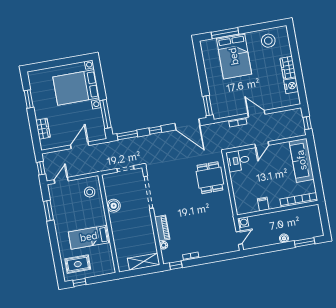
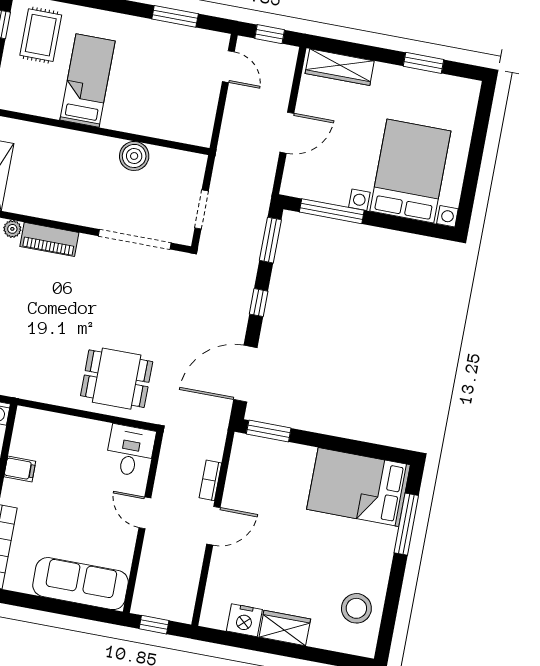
bed: (234, 56) -> (359, 487), moved
wardrobe: (43, 129) -> (340, 67), width x1.50
door: (80, 145) -> (287, 133), hinge flipped
stool: (90, 192) -> (182, 117), removed

